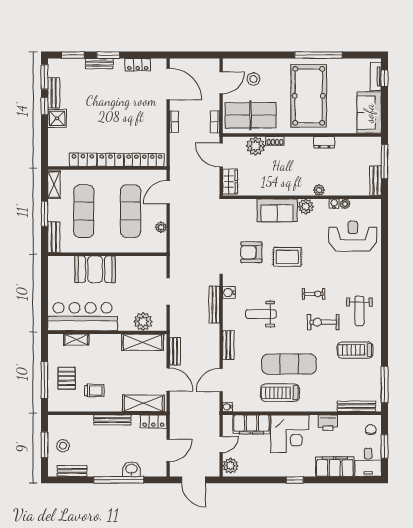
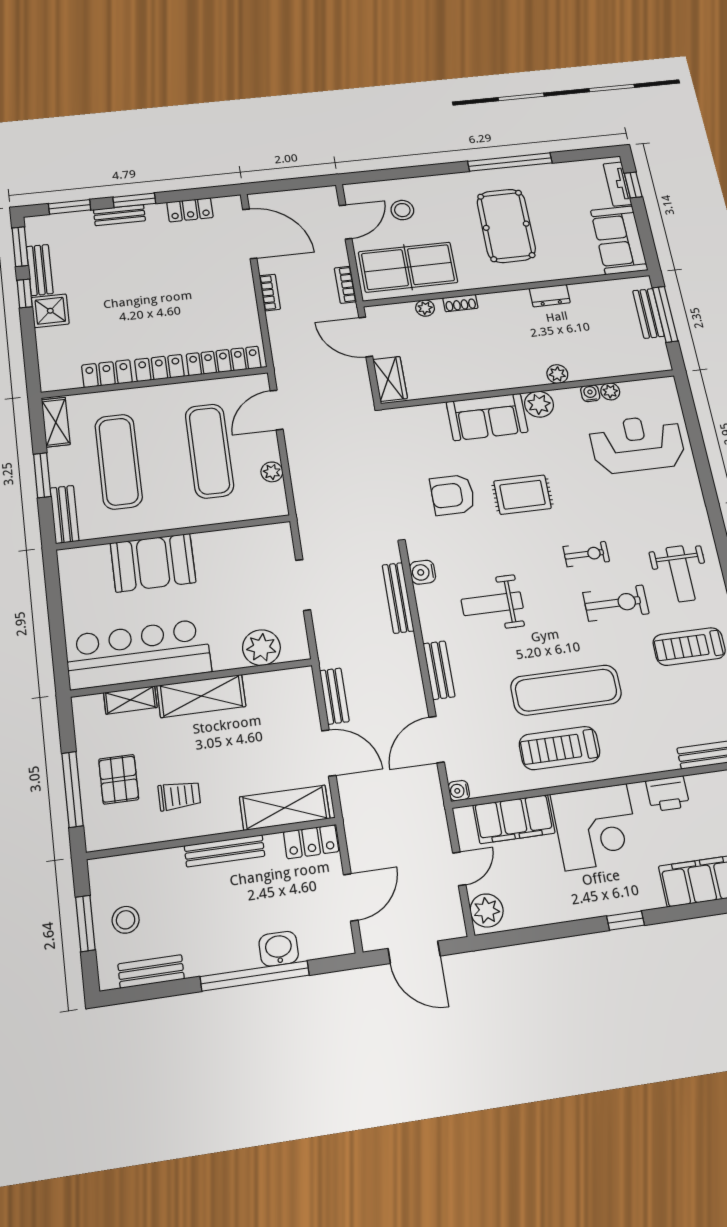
pool table: (309, 96) -> (506, 226), width x0.73, depth x0.76
plant: (256, 146) -> (425, 308), width x0.53, depth x0.53
bench: (375, 181) -> (648, 313), moved
exercise bike: (323, 322) -> (616, 603), turned 180
shelving: (143, 342) -> (201, 696), moved

